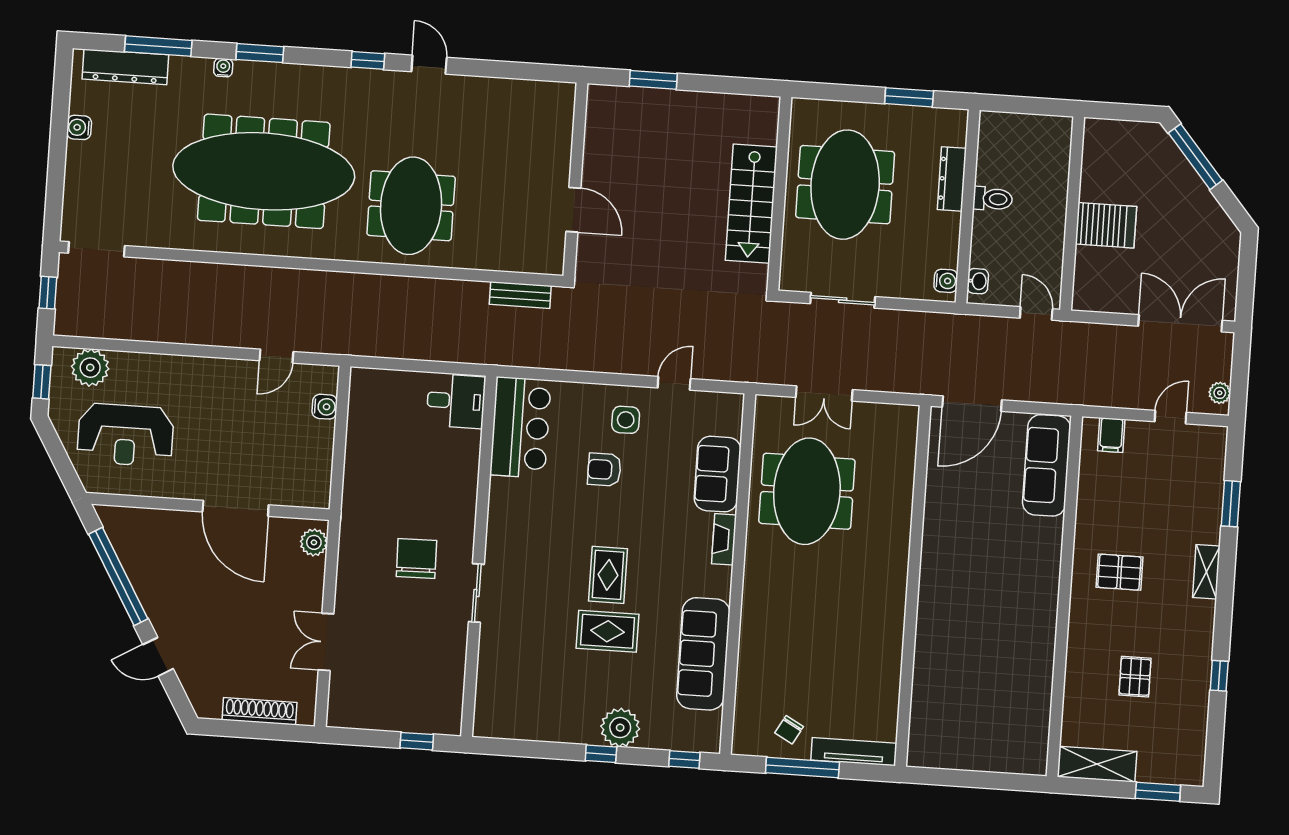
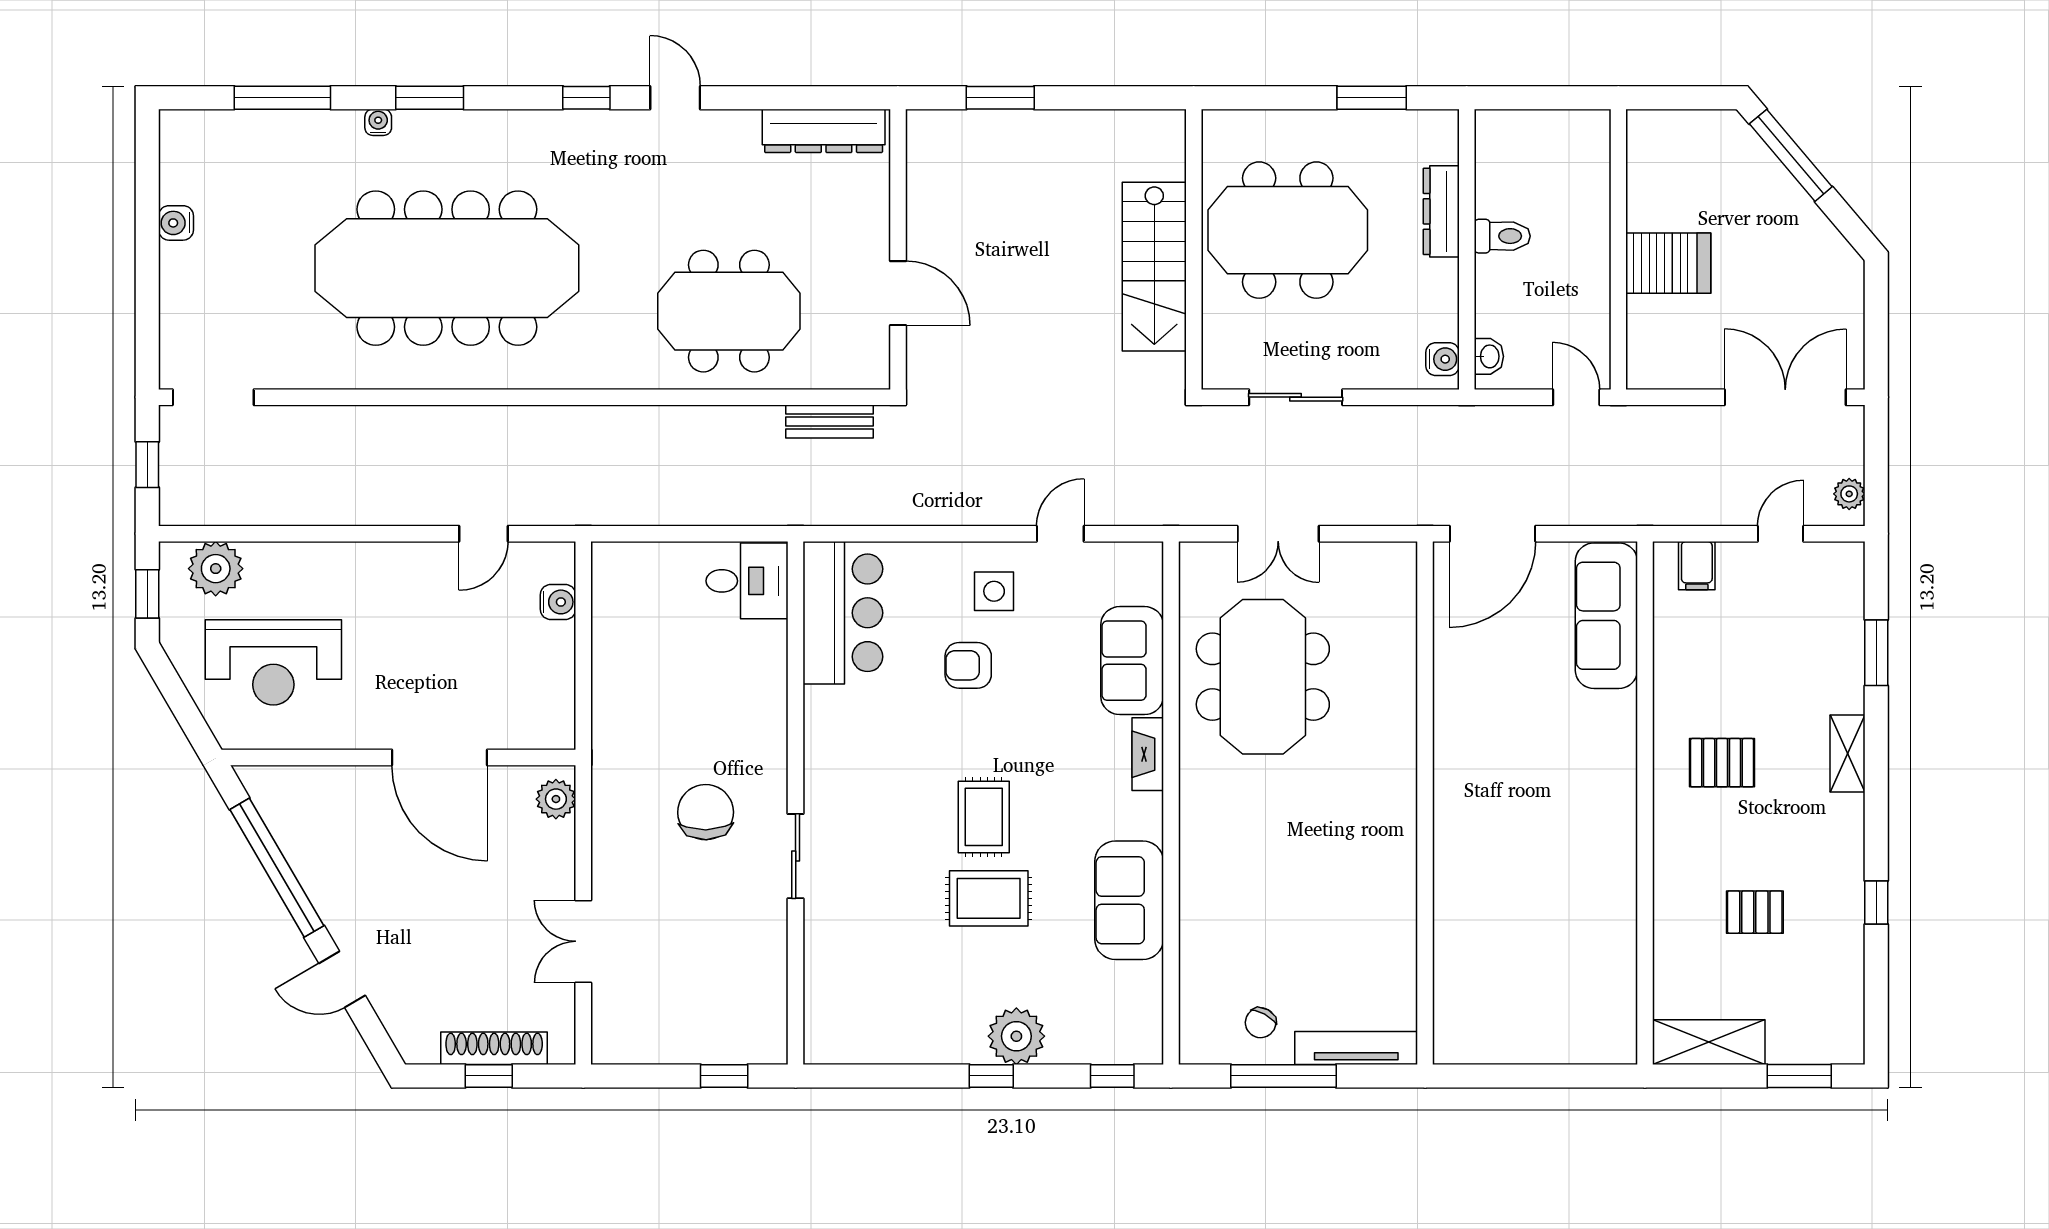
dresser: (125, 67) -> (824, 131), moved
meeting table: (845, 185) -> (1288, 230), turned 90
meeting table: (411, 206) -> (729, 311), moved, turned 90
sofa: (703, 654) -> (1129, 900), width x0.73
pallet: (1135, 677) -> (1755, 912), turned 90
window: (255, 730) -> (489, 1076), added

